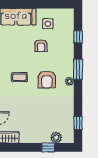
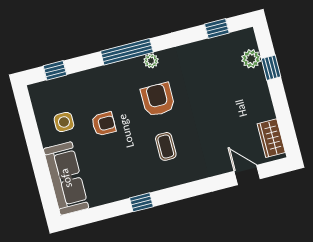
window: (78, 37) -> (55, 70), moved
window: (78, 69) -> (127, 52), width x1.44
armchair: (47, 79) -> (158, 100), turned -90

